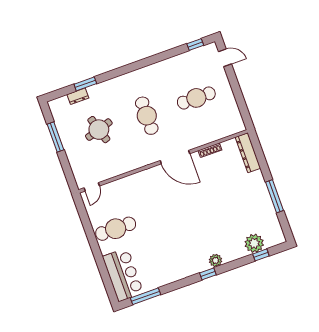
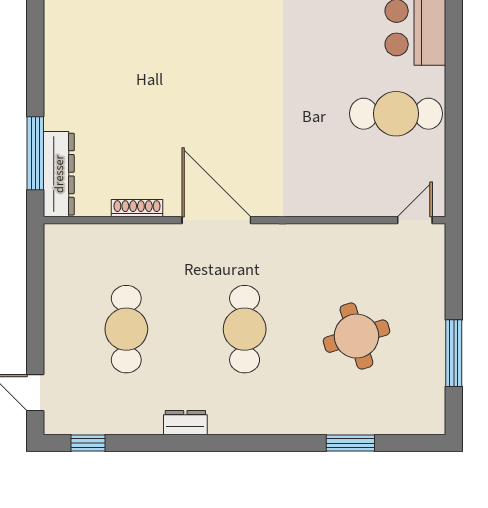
dresser: (78, 96) -> (185, 423), moved
cafe table: (196, 98) -> (126, 329), turned 90
window: (275, 196) -> (35, 153), moved

